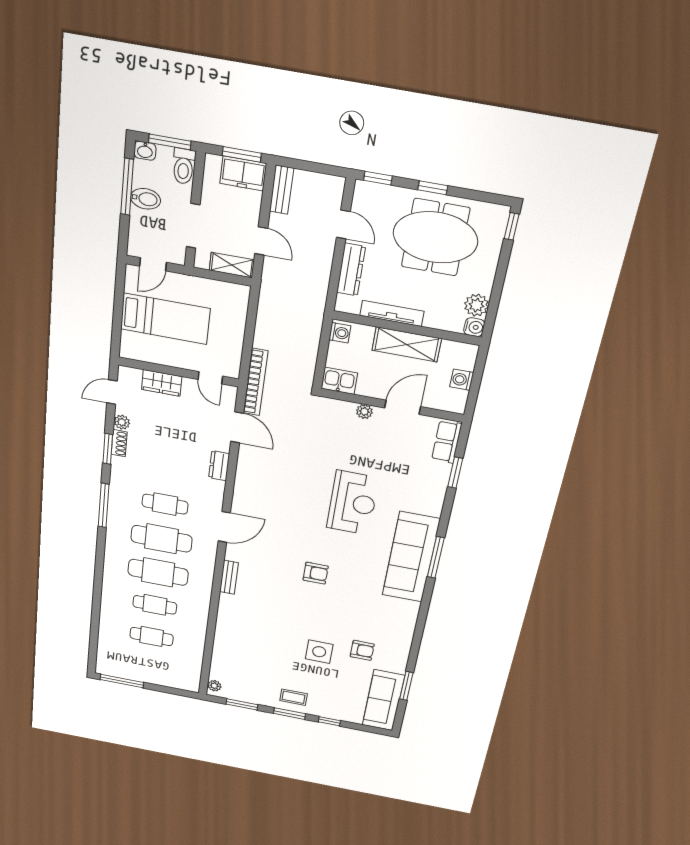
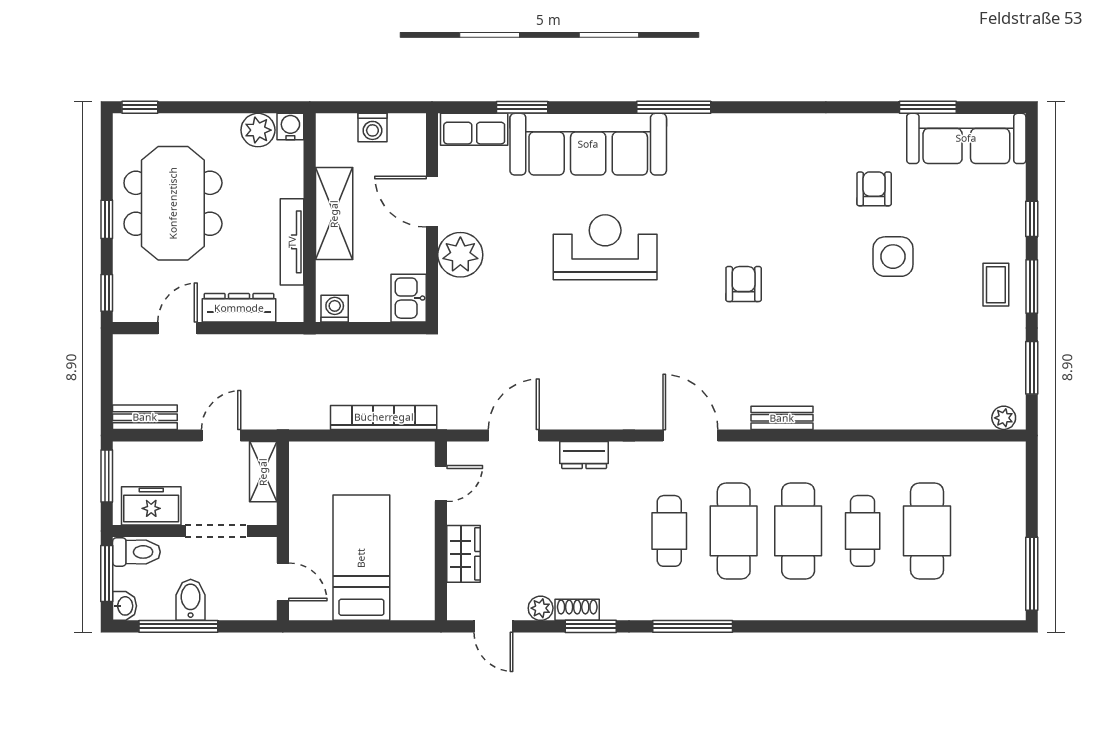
freezer: (243, 173) -> (151, 506), moved, turned -90
bookcase: (255, 382) -> (384, 417), moved
plant: (364, 412) -> (460, 255), width x1.88, depth x1.88
sofa: (411, 557) -> (588, 144), moved
cafe table: (152, 636) -> (927, 531), width x1.37, depth x1.35

